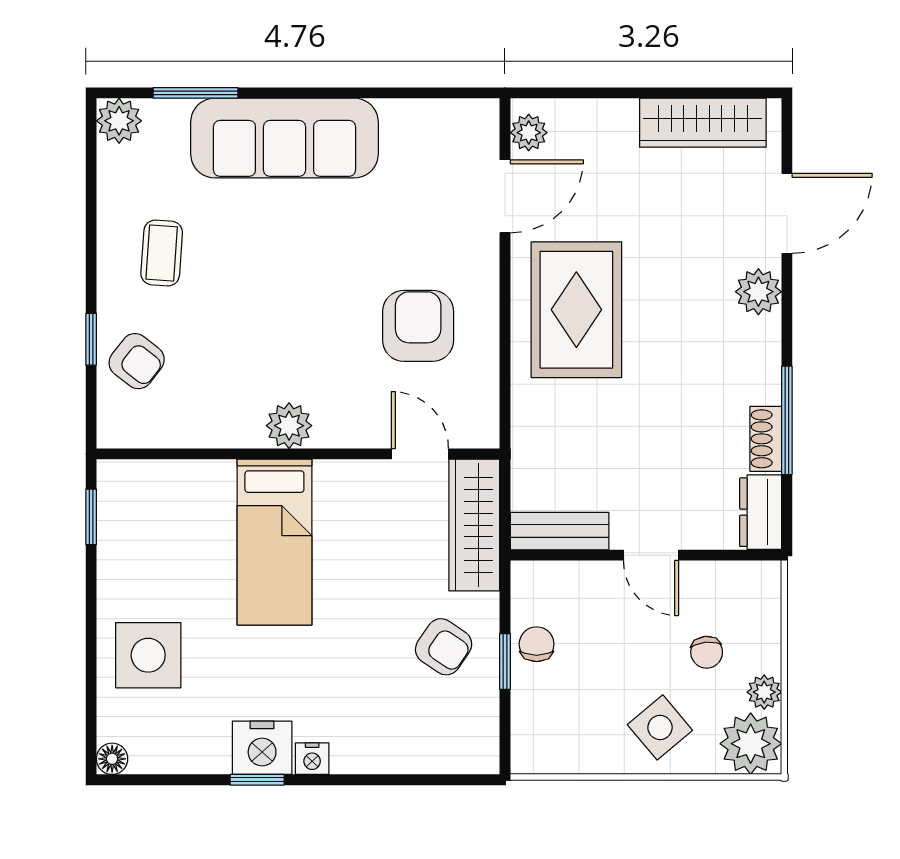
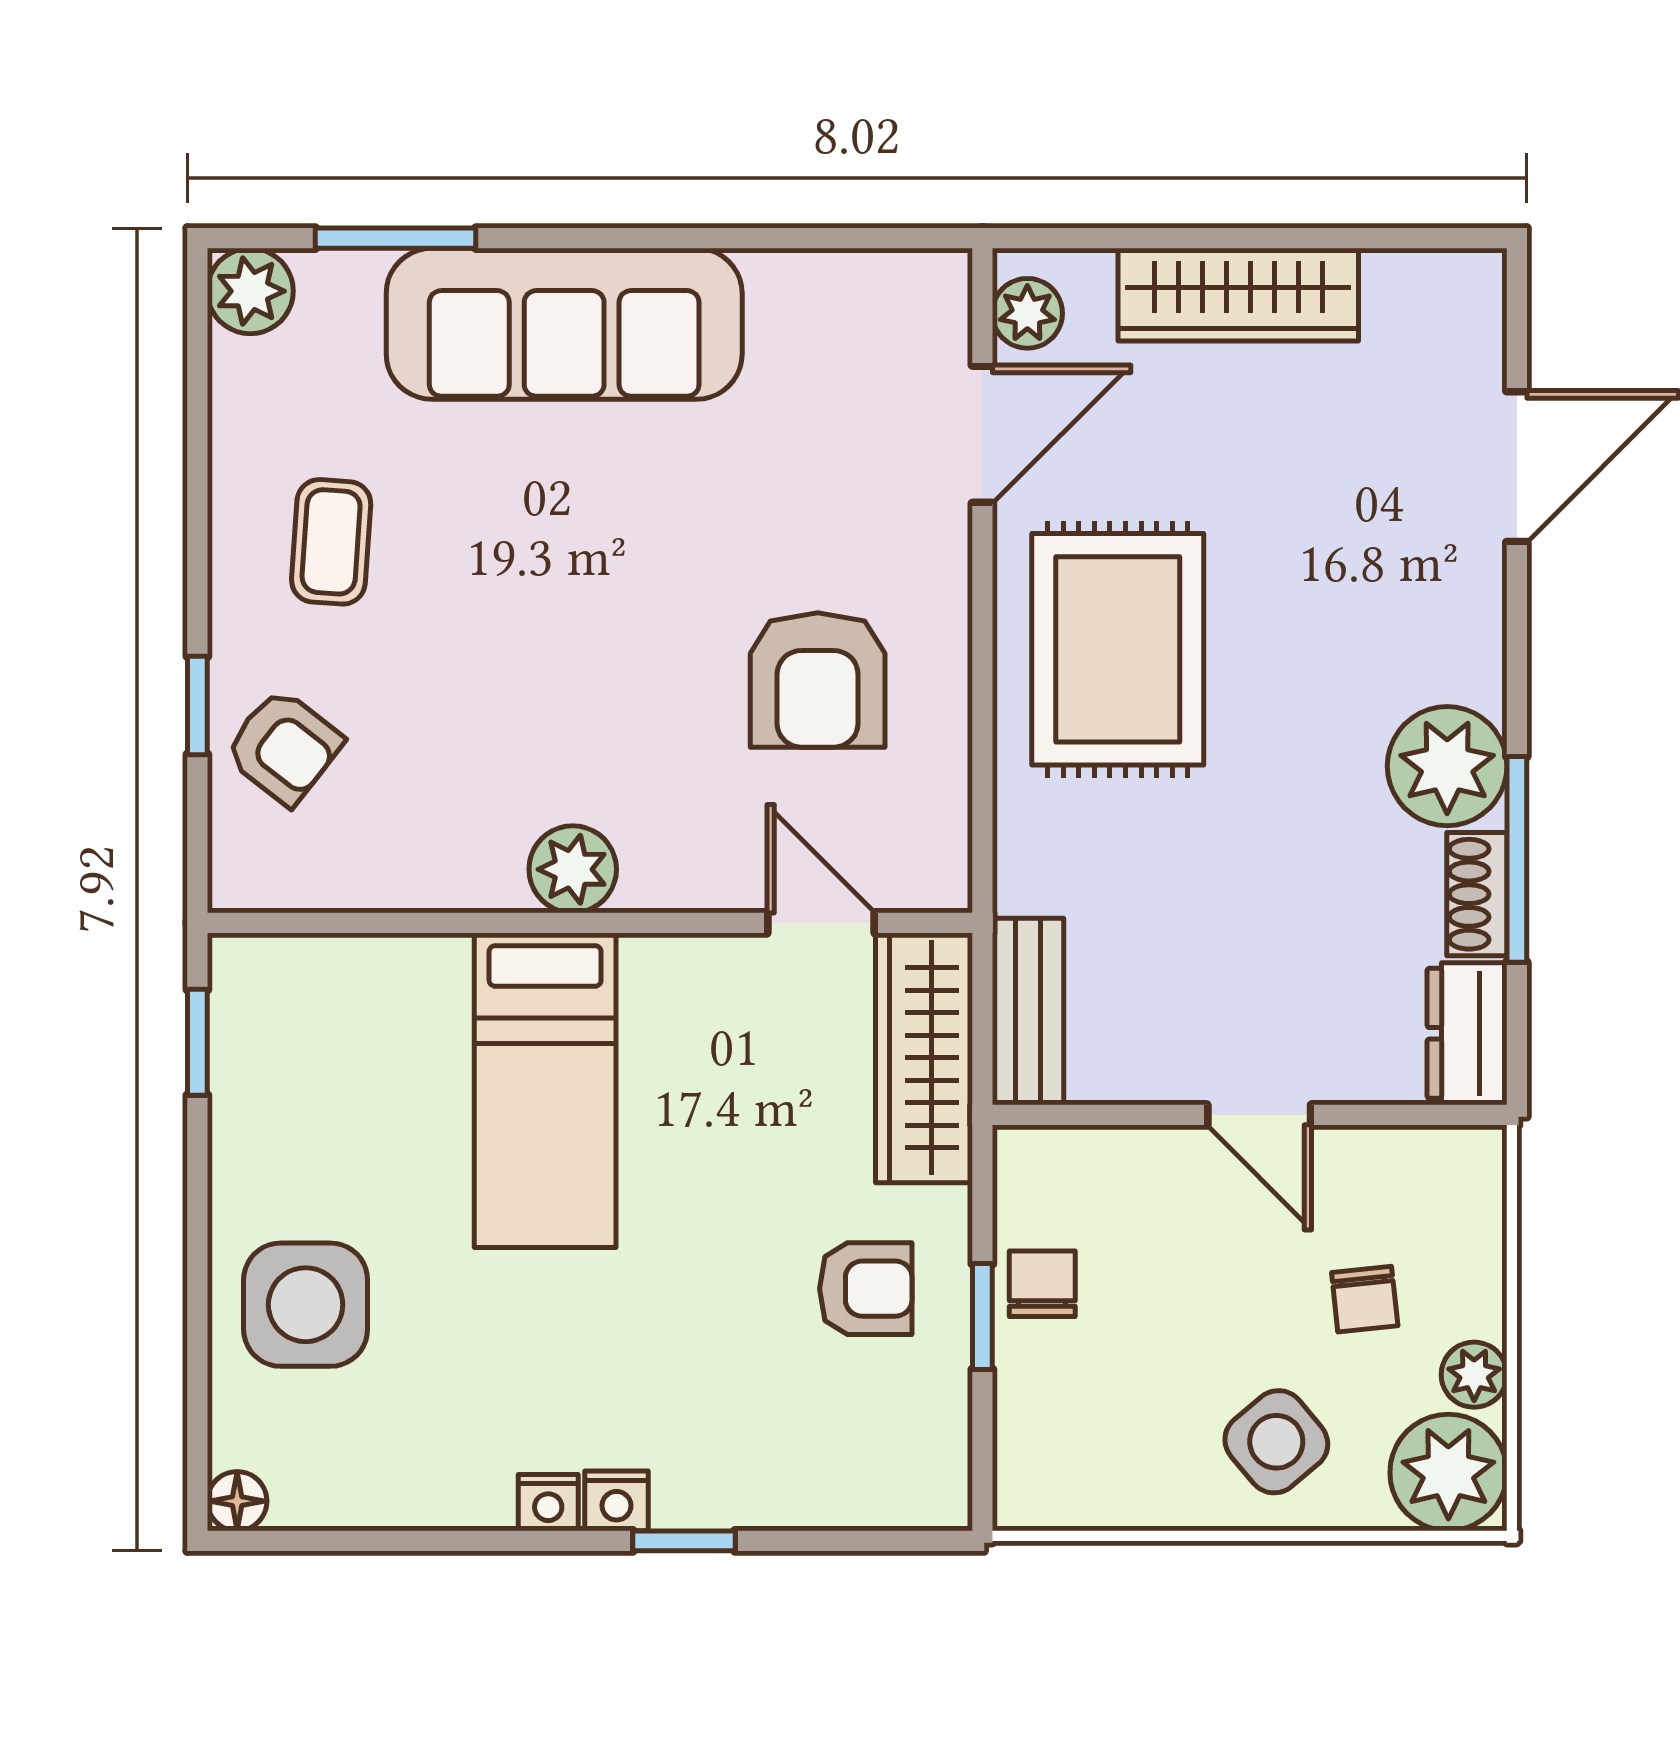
wardrobe: (703, 123) -> (1238, 295), moved
plant: (758, 292) -> (1447, 766), moved, width x1.36, depth x1.36
armchair: (418, 326) -> (818, 680), turned 180
bench: (560, 531) -> (1028, 1011), moved, turned 90
armchair: (444, 647) -> (866, 1289), turned -34
nightstand: (262, 748) -> (548, 1503), width x0.53, depth x0.56
window: (257, 780) -> (684, 1541), moved

